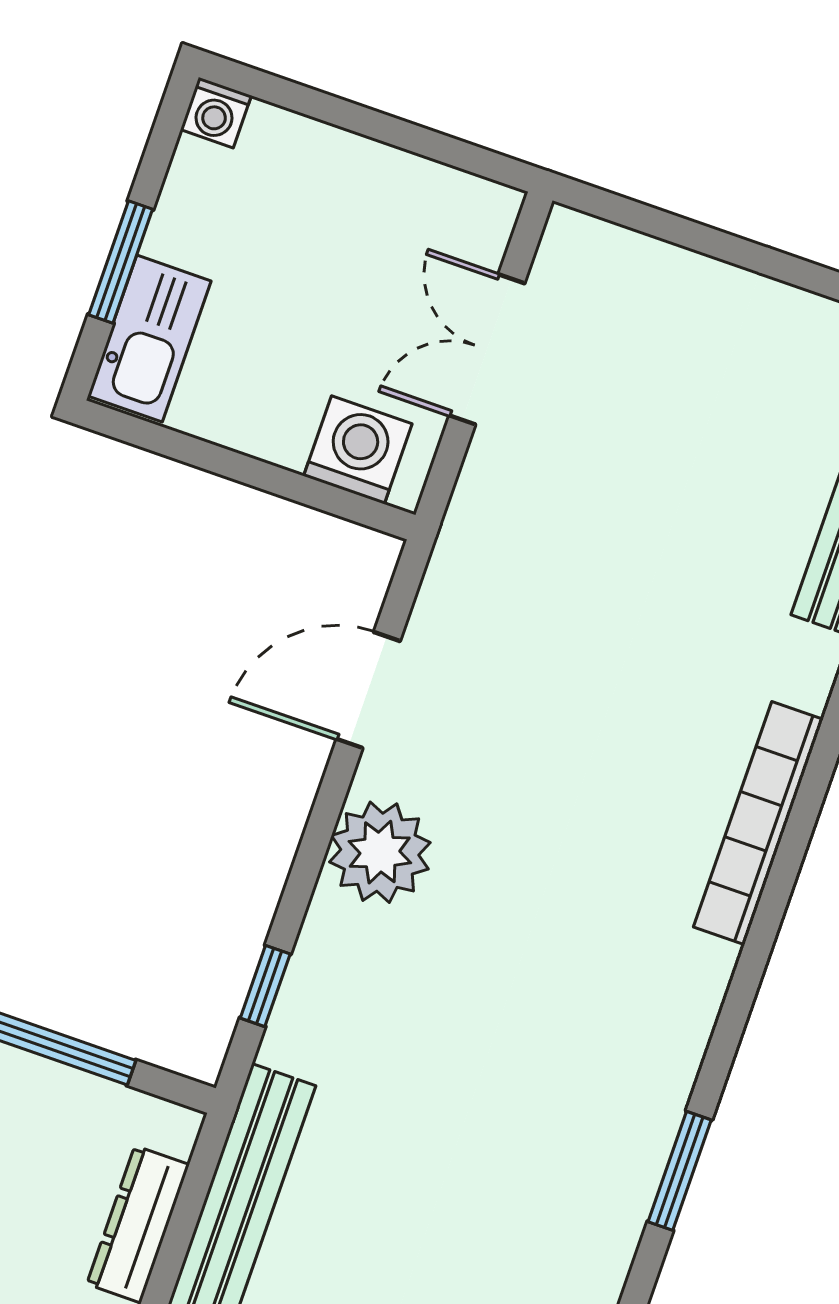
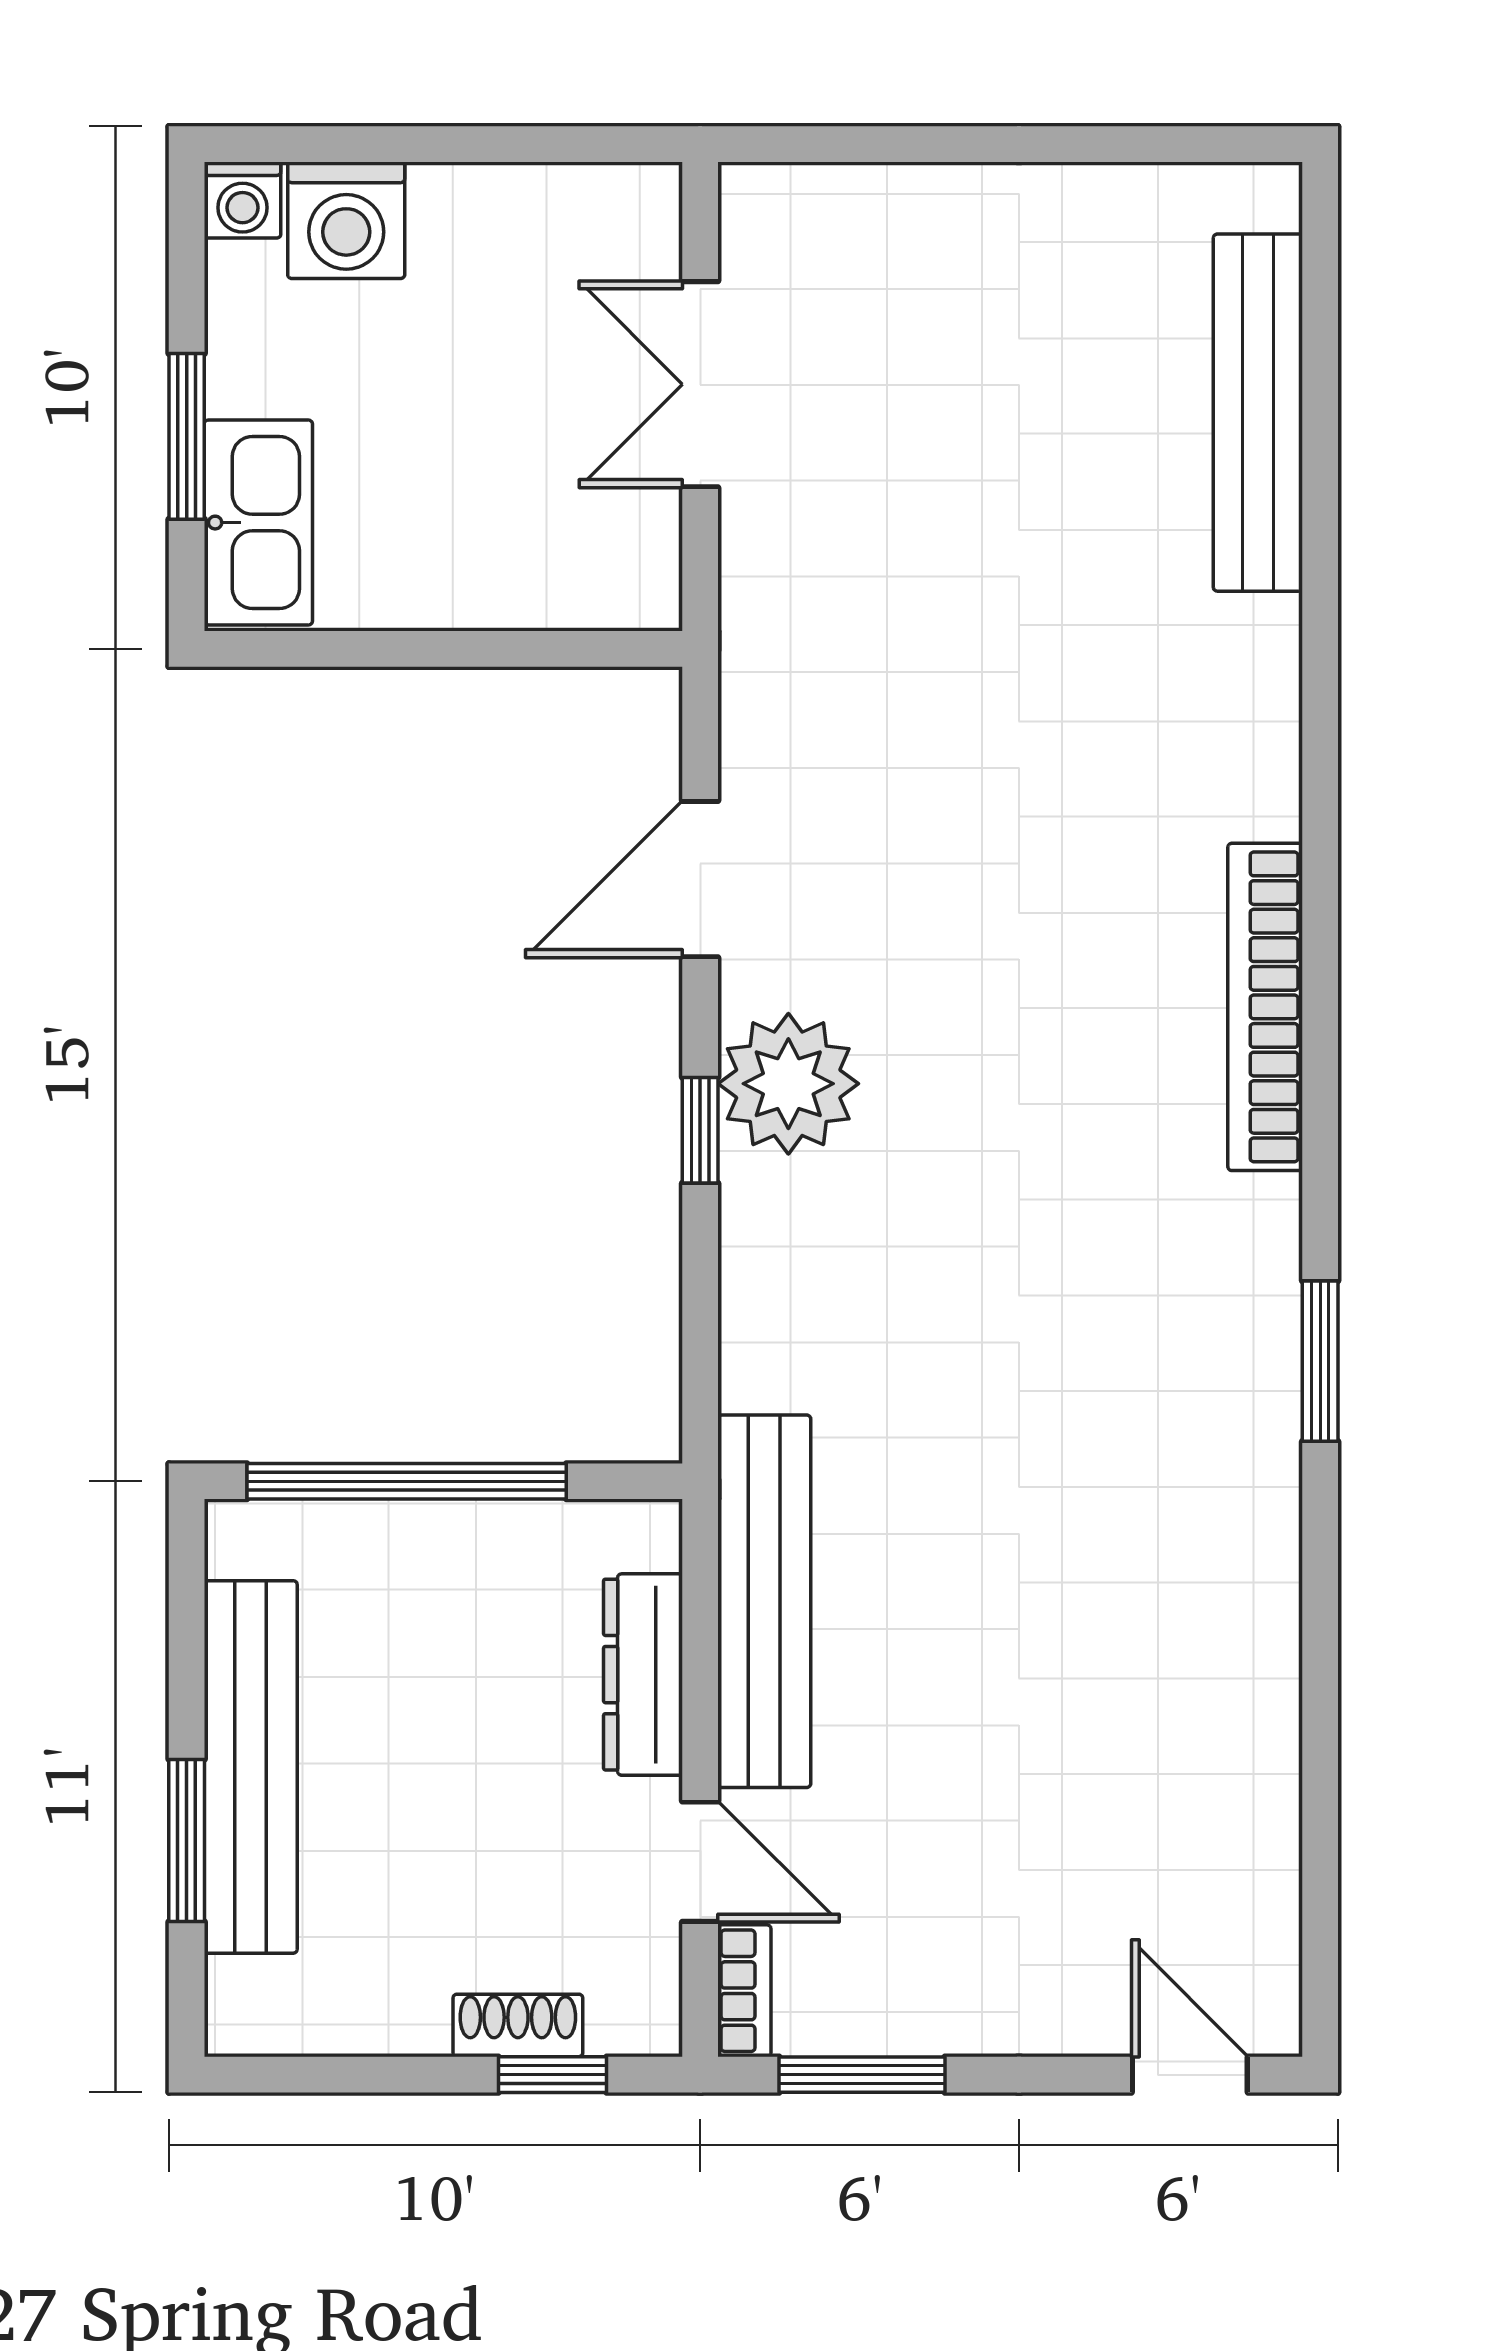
washing machine: (358, 450) -> (346, 220), moved, turned 180
bookcase: (758, 823) -> (1265, 1007), moved
window: (265, 986) -> (700, 1130), moved

